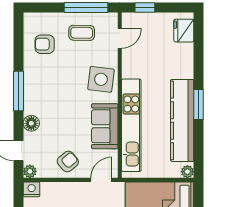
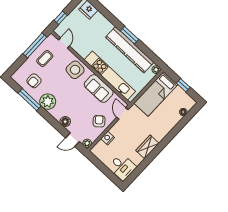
plant: (36, 82) -> (48, 102), added
window: (18, 91) -> (29, 100), moved
nightstand: (32, 189) -> (108, 138), moved

